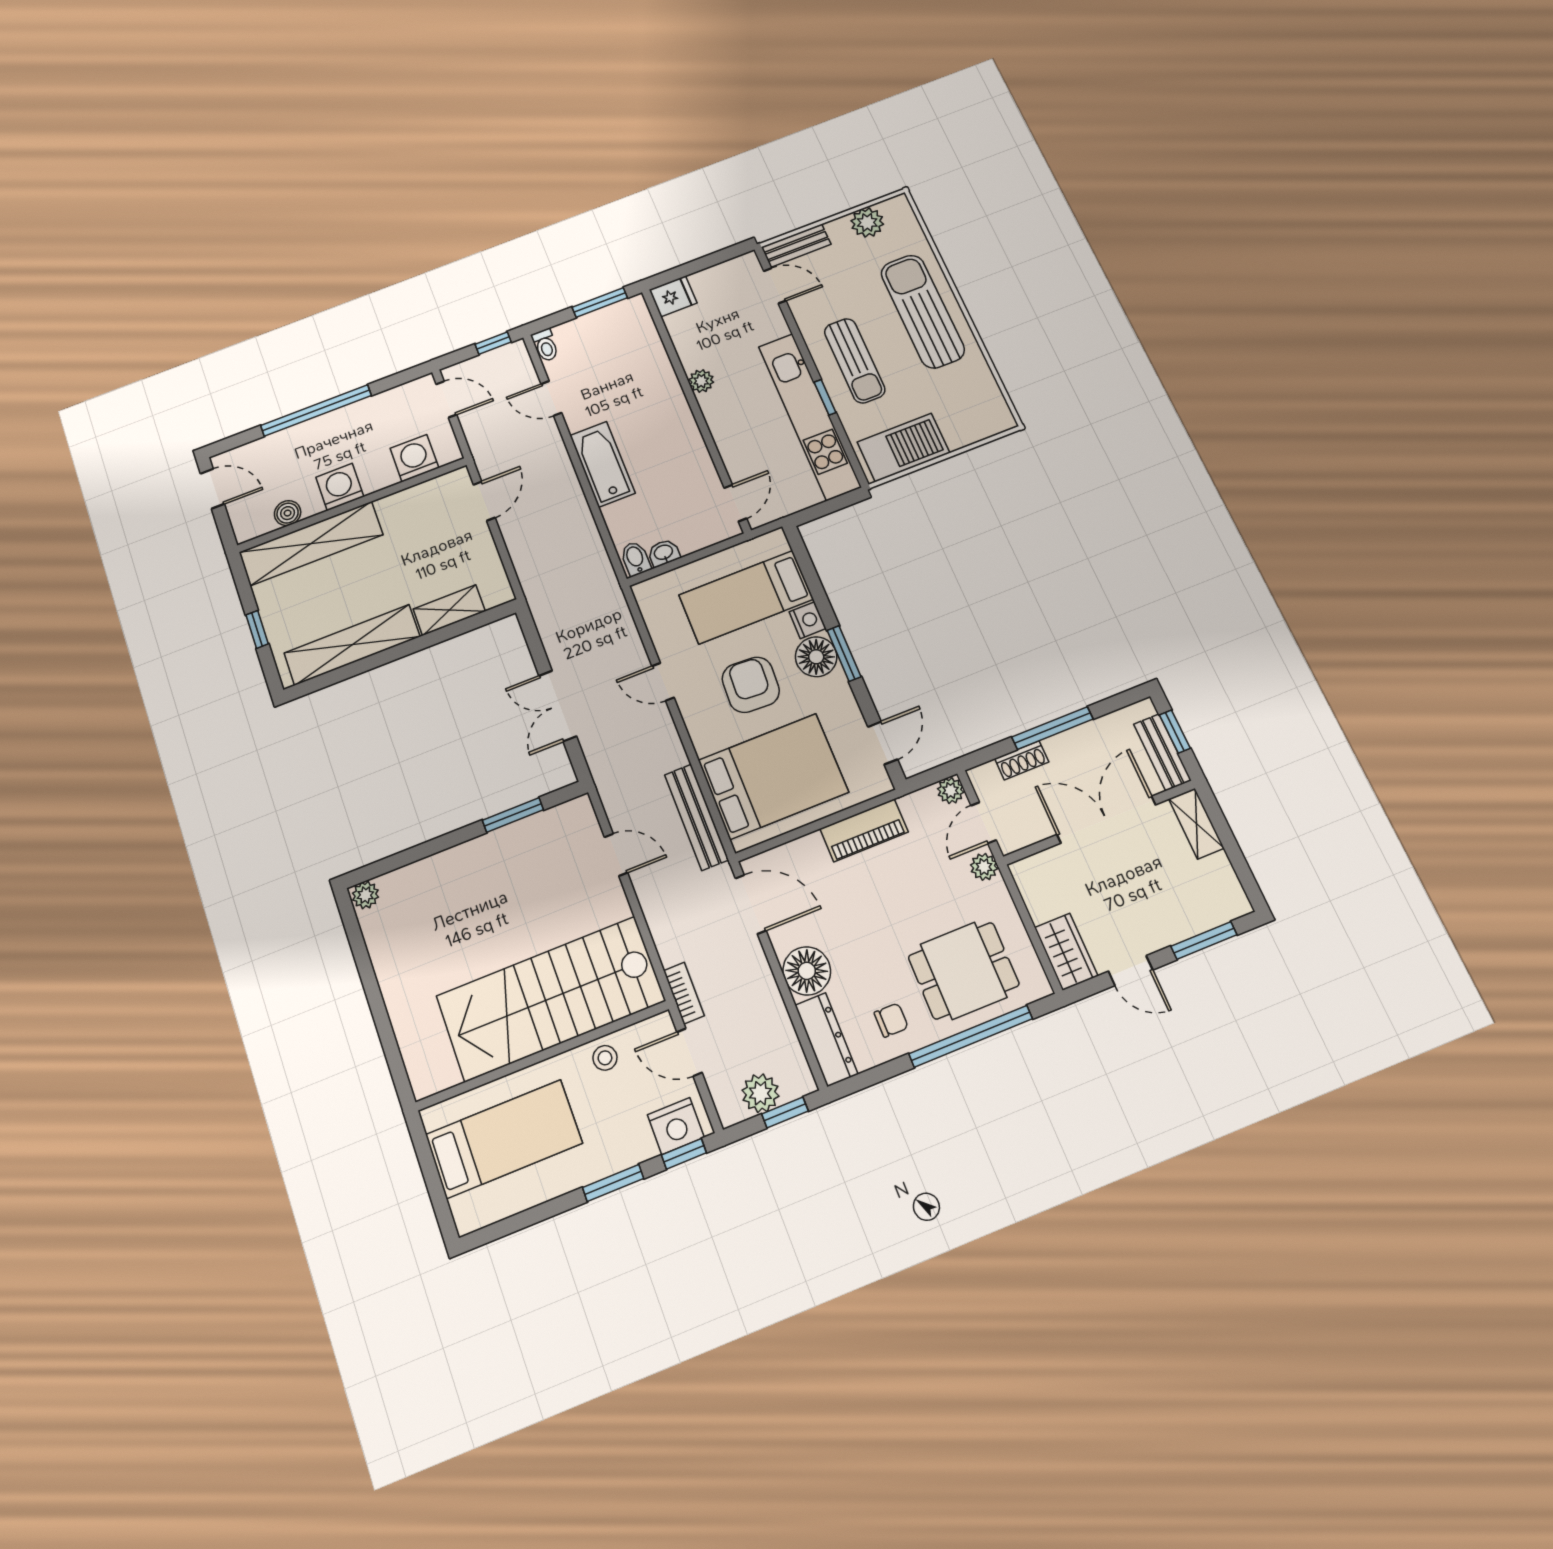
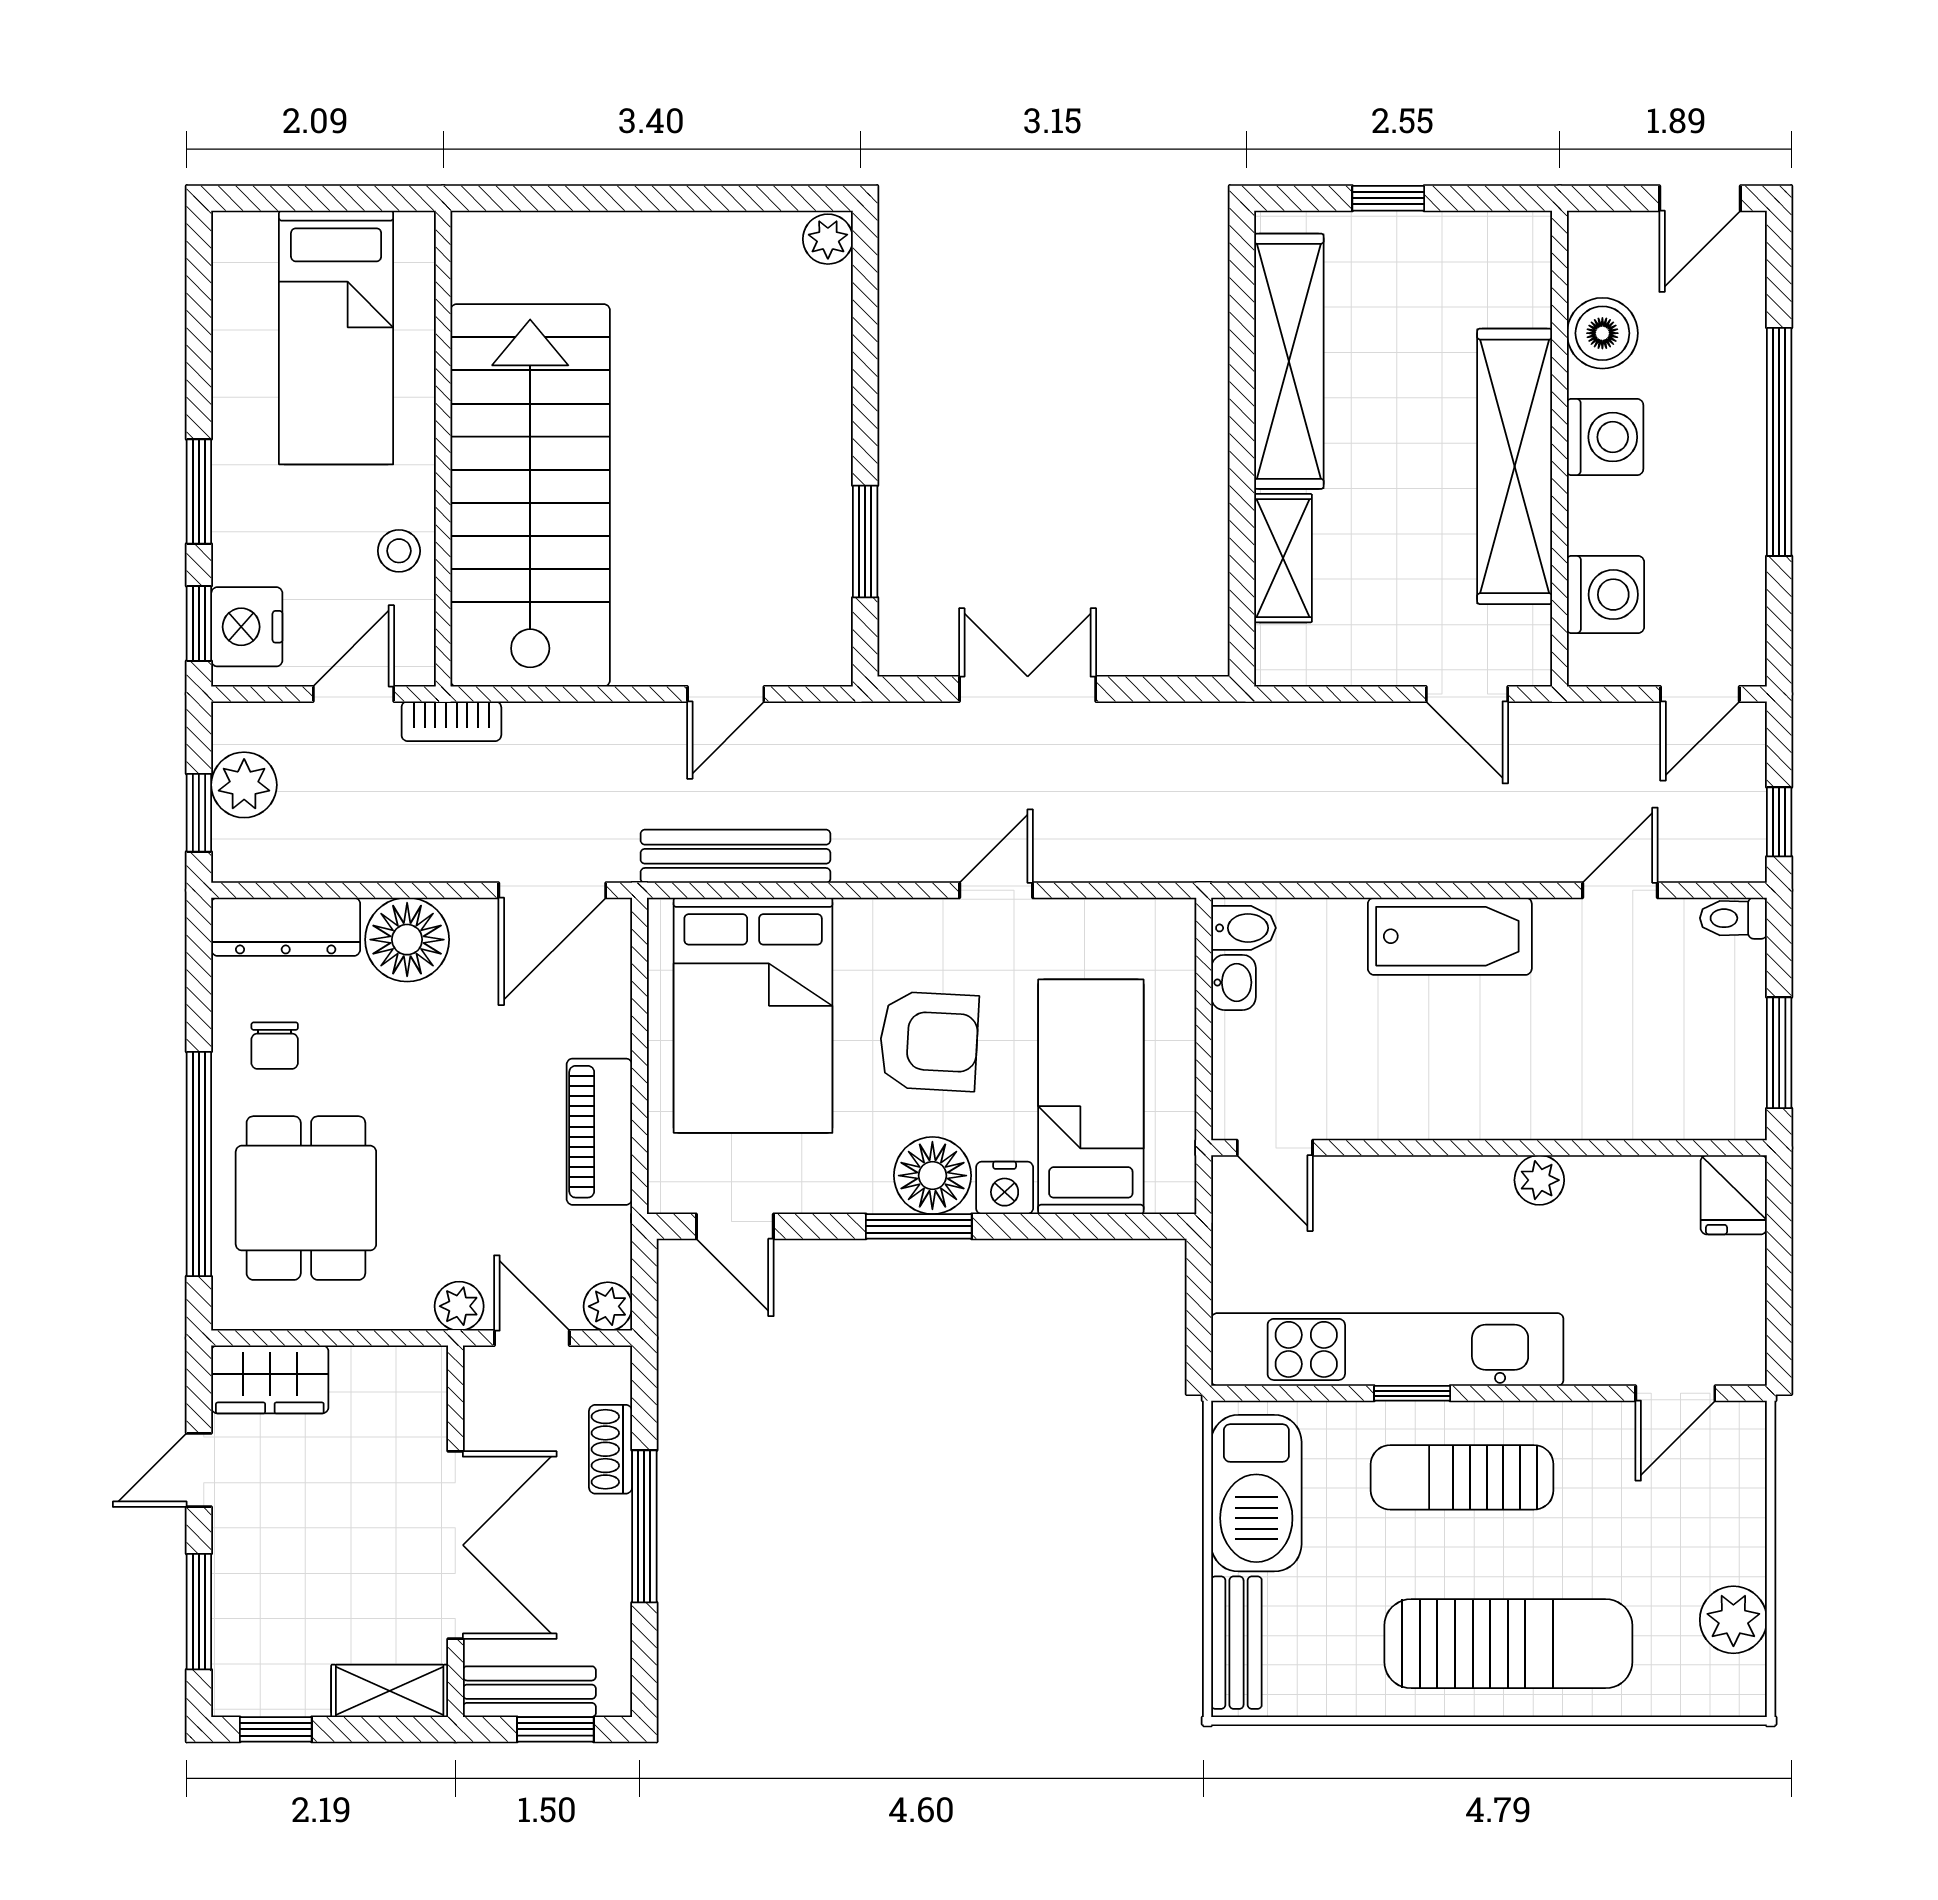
bench: (796, 246) -> (1236, 1643), moved
boiler: (288, 513) -> (1602, 333), width x1.36, depth x1.36
shelving: (311, 544) -> (1515, 466), moved
window: (1245, 875) -> (276, 1729), added

